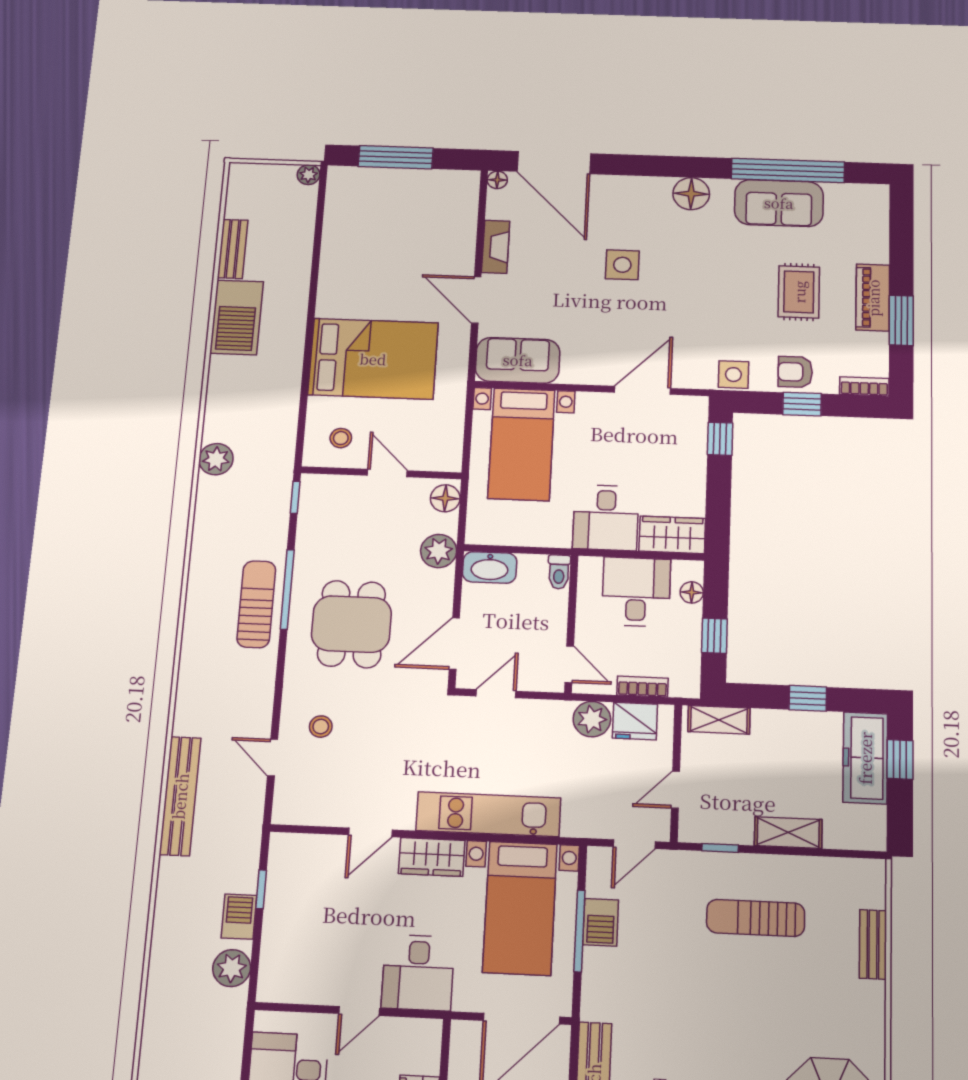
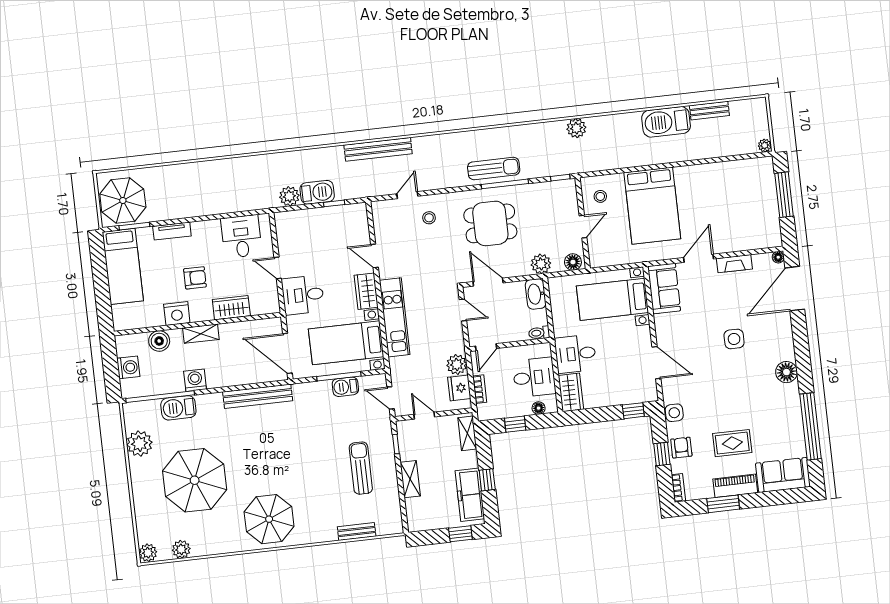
sofa: (779, 203) -> (783, 475), moved, turned 90
freezer: (865, 758) -> (470, 495), moved, turned -90
barbecue: (239, 917) -> (317, 192), width x1.38, depth x1.27

